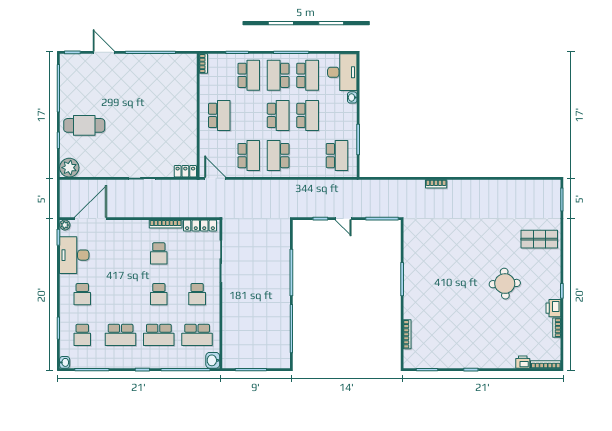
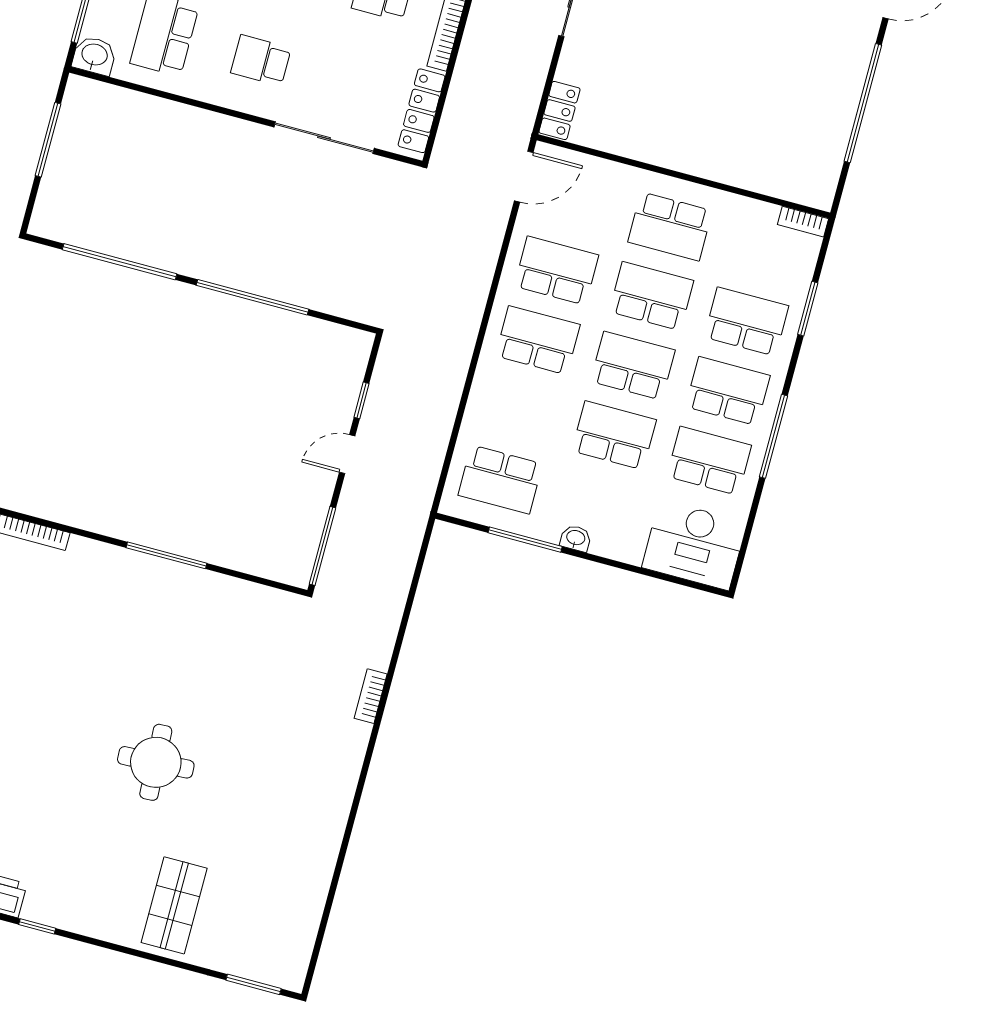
school desk: (249, 75) -> (746, 321), turned 180
school desk: (308, 75) -> (709, 461), turned 180
washbasin: (352, 97) -> (576, 538), moved
school desk: (249, 115) -> (651, 296), added
school desk: (278, 115) -> (633, 366), turned 180
school desk: (308, 115) -> (614, 435), turned 180
school desk: (249, 156) -> (556, 271), turned 180
round table: (505, 284) -> (156, 762), moved

